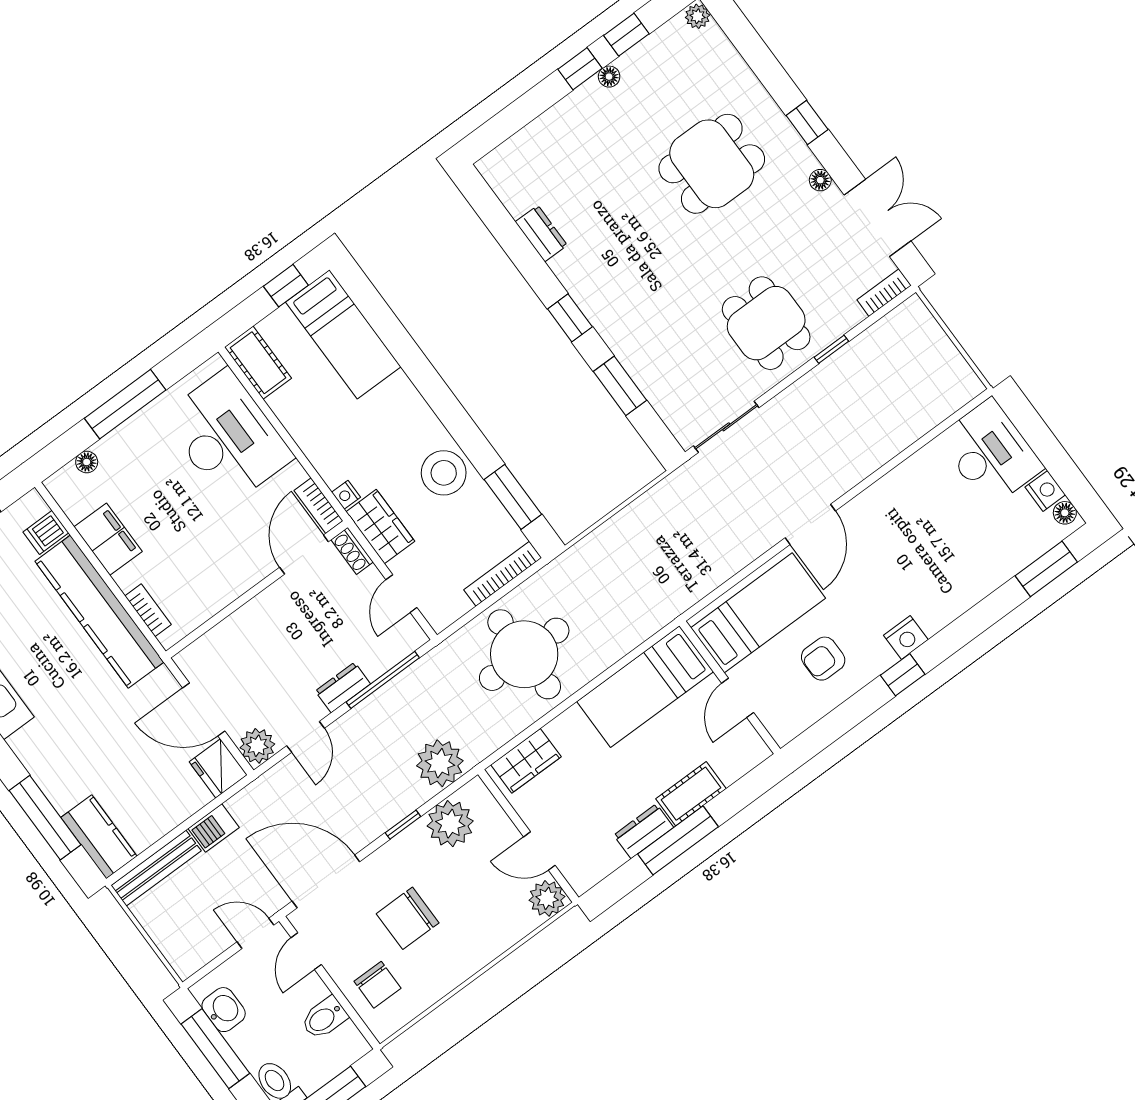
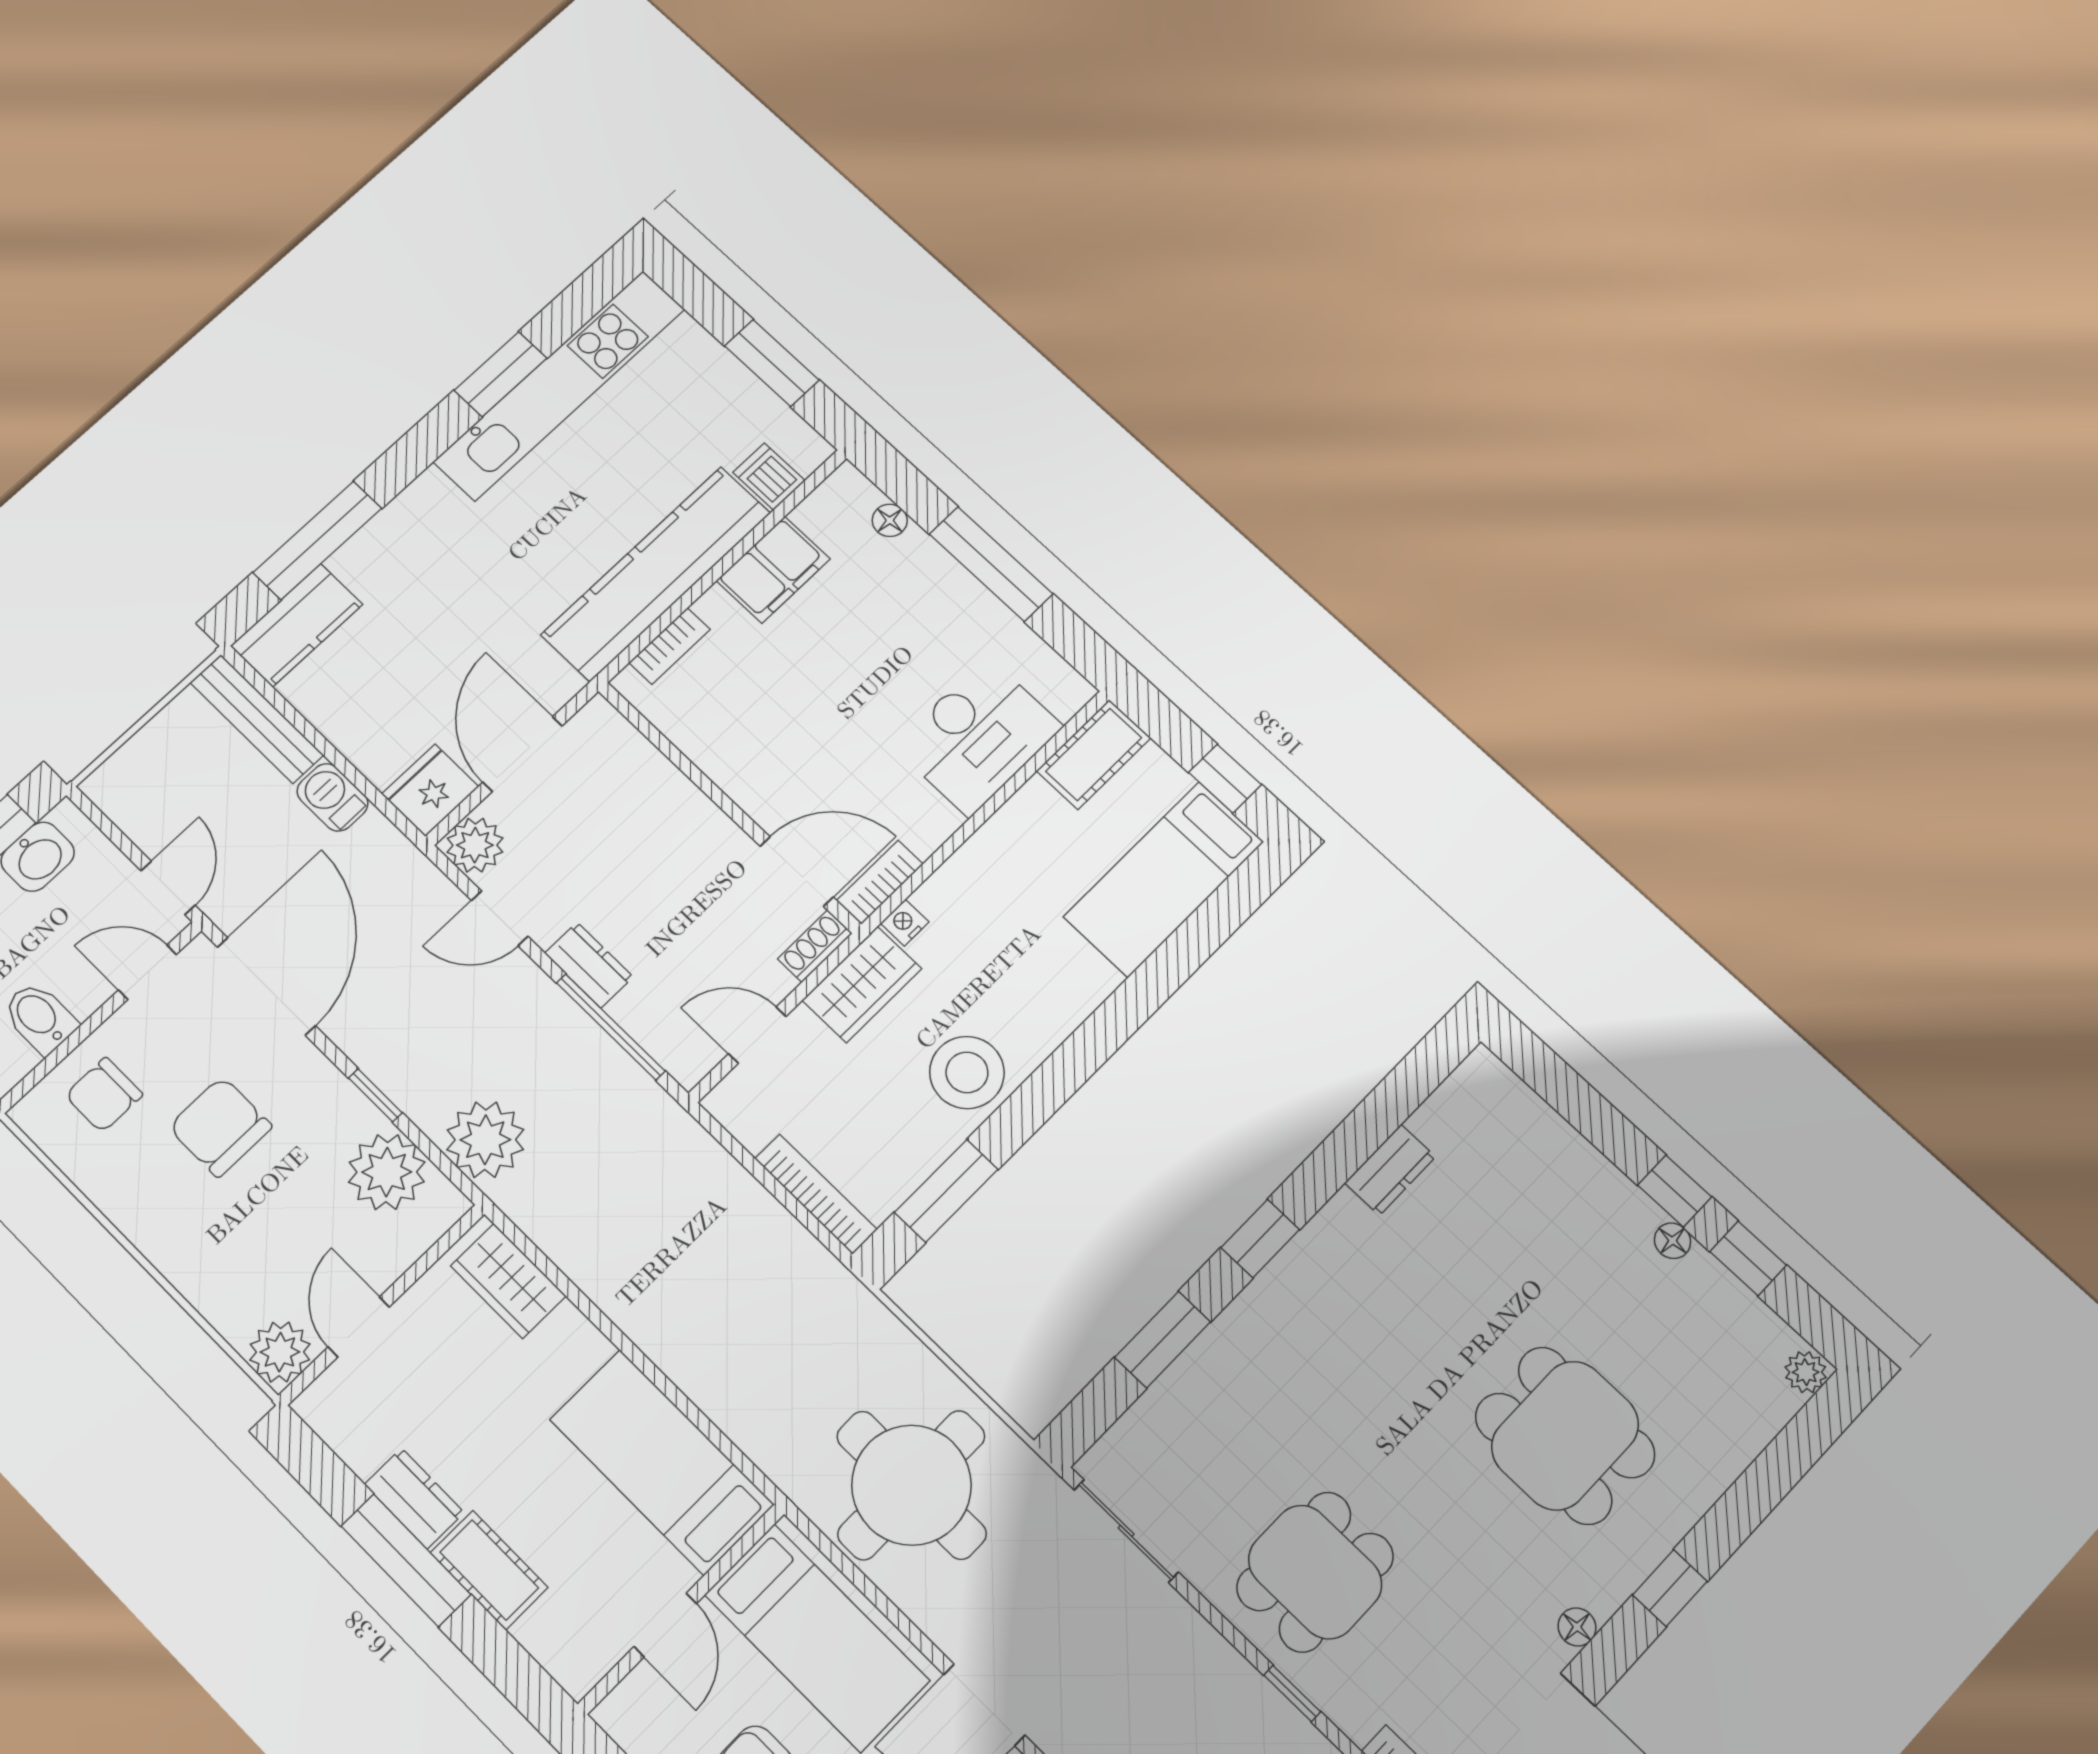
desk: (228, 437) -> (978, 736), width x0.73, depth x0.77
round table: (524, 654) -> (911, 1485), moved
door: (738, 698) -> (665, 1625), swing flipped

